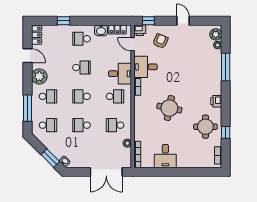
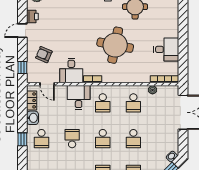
window: (63, 21) -> (22, 139), moved
printer: (140, 30) -> (32, 17), moved
door: (133, 44) -> (47, 84), hinge flipped
school desk: (115, 96) -> (103, 103), turned 180
round table: (169, 108) -> (115, 45), width x1.36, depth x1.36

